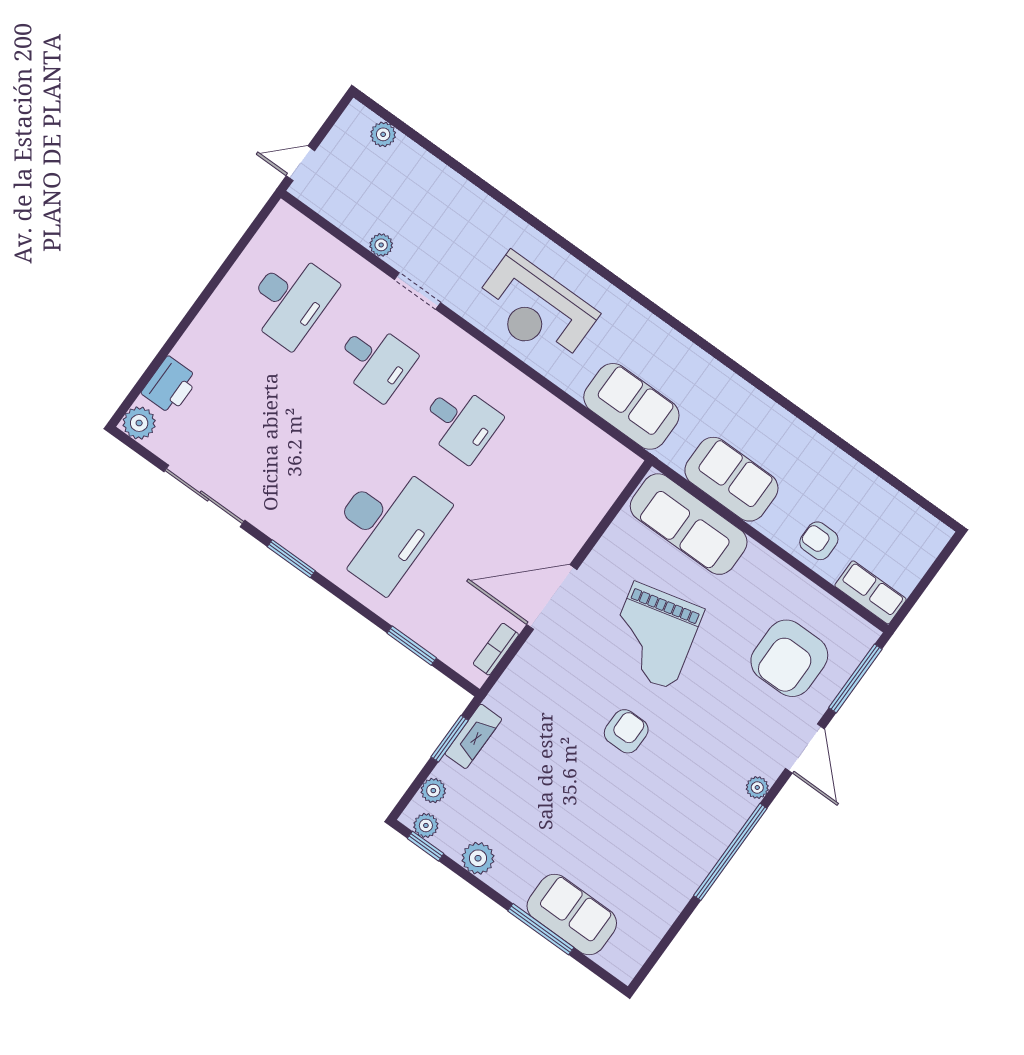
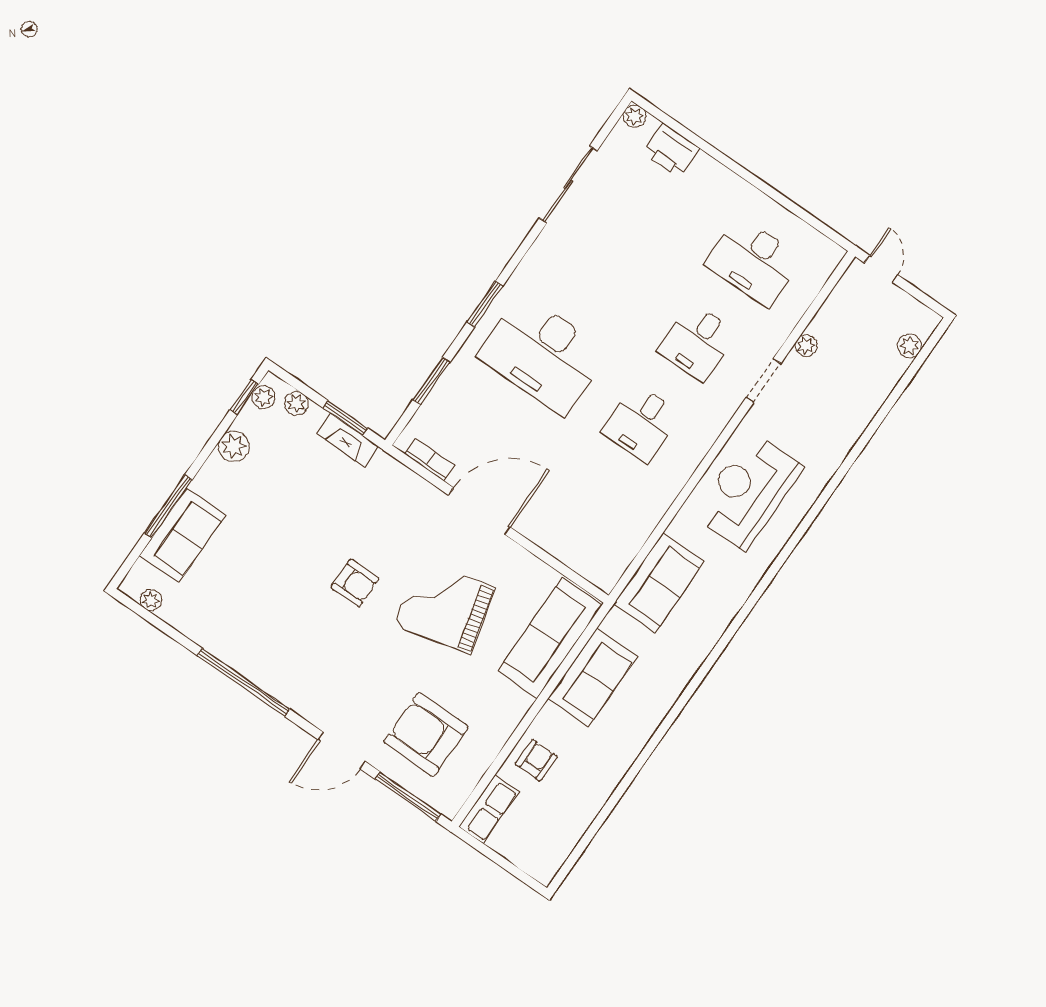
plant: (139, 423) -> (634, 116), width x0.73, depth x0.73
window: (291, 559) -> (485, 304), moved
door: (552, 597) -> (479, 511), hinge flipped
plant: (757, 788) -> (151, 600), moved

